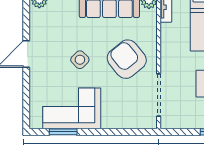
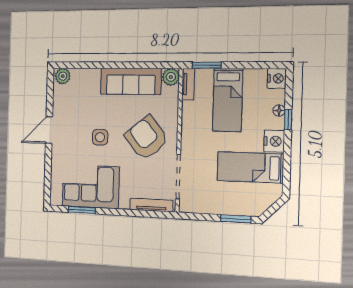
side table: (80, 60) -> (100, 137), turned 45
tv unit: (133, 123) -> (151, 205), added

